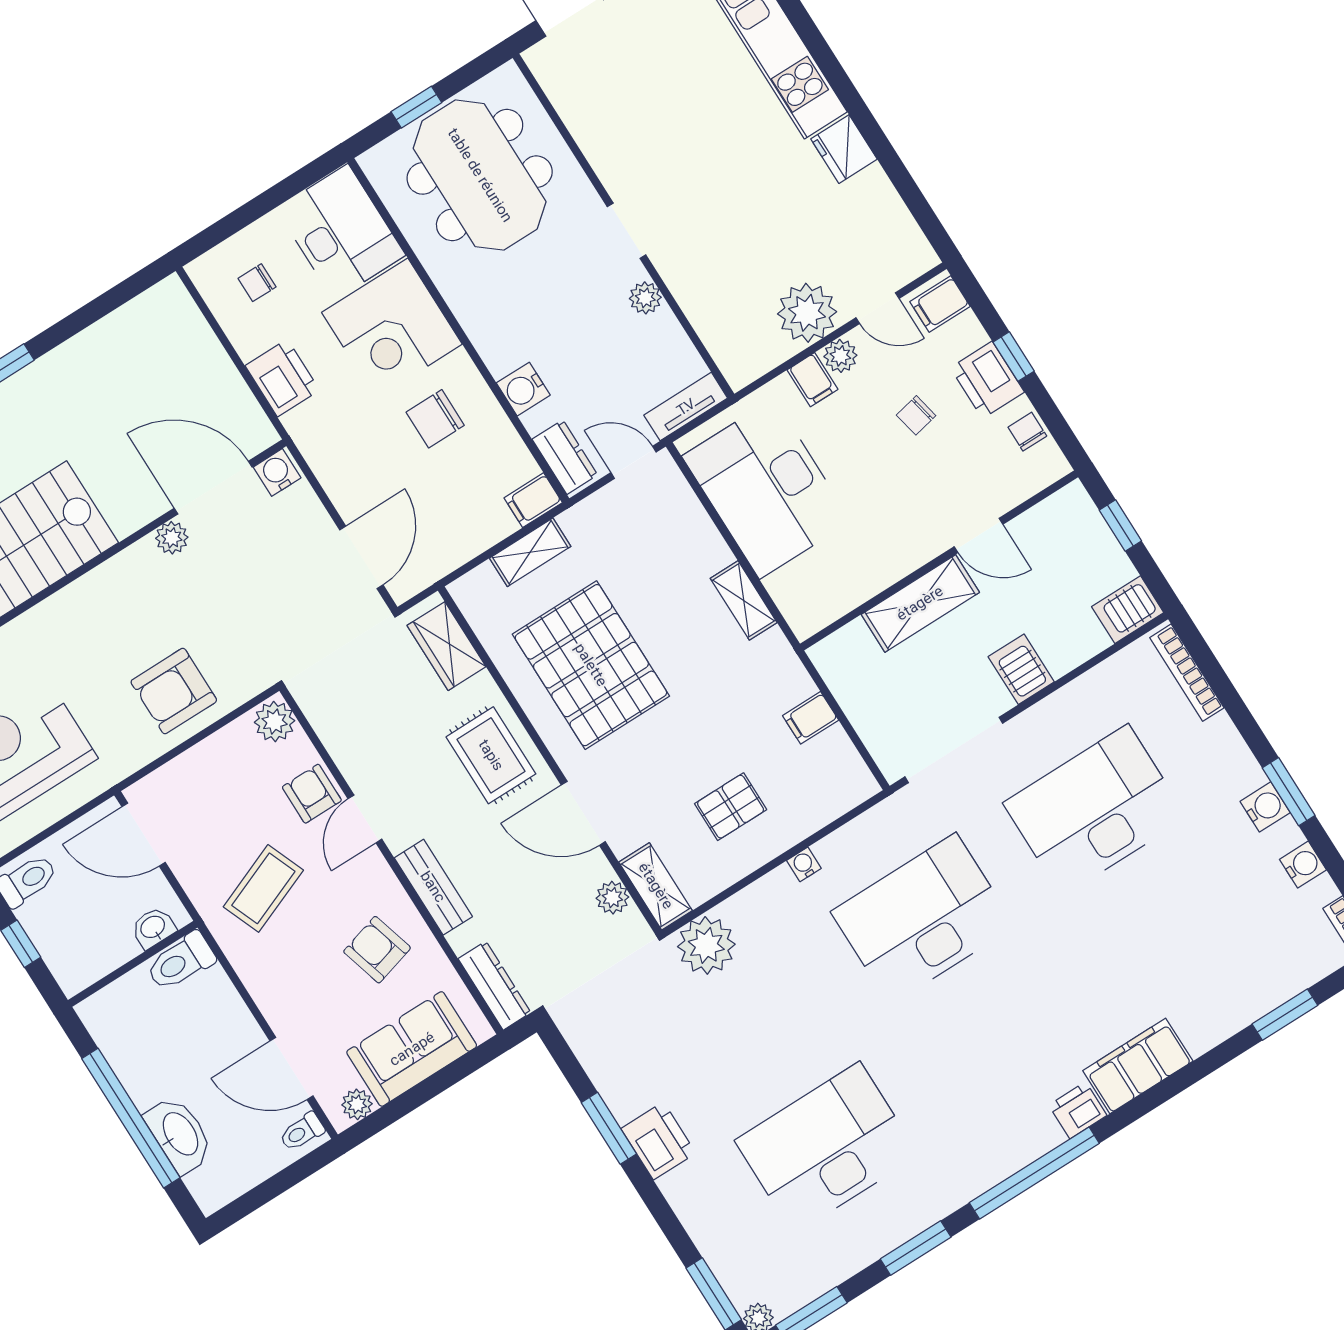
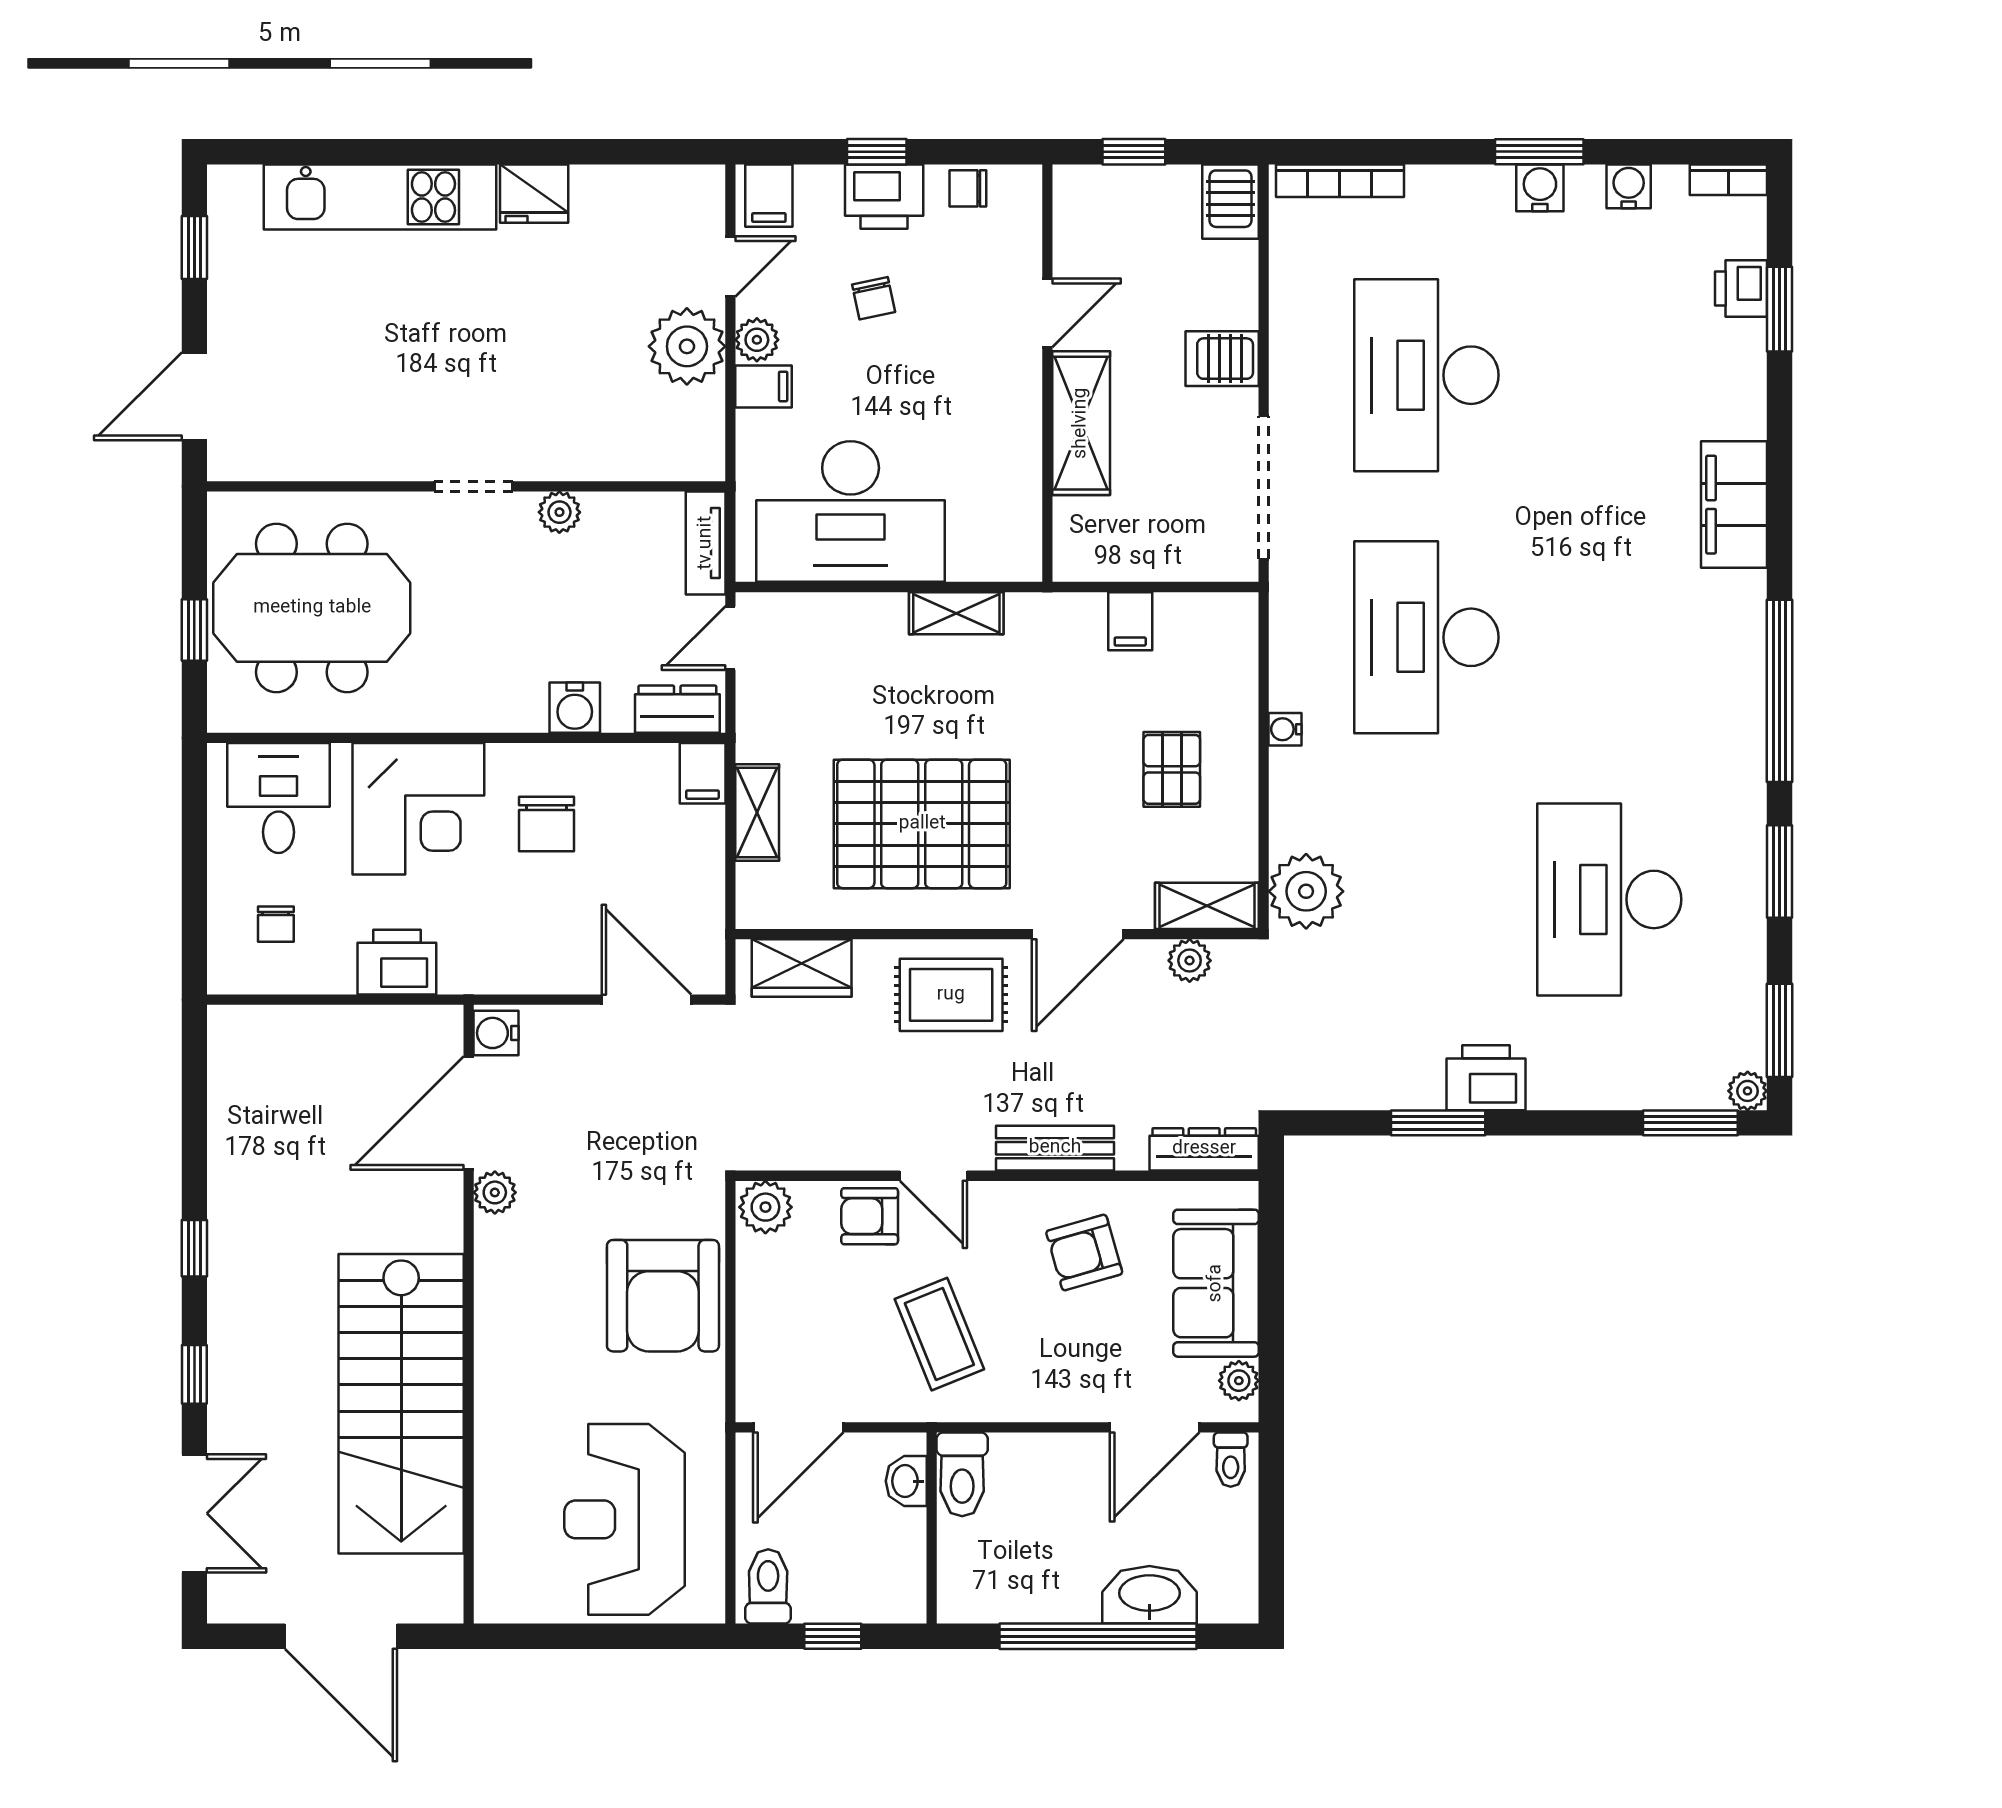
desk: (341, 232) -> (278, 798), width x0.73
armchair: (174, 691) -> (663, 1296), width x1.36, depth x1.36
printer: (1078, 1110) -> (1741, 289), moved

